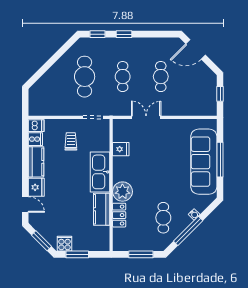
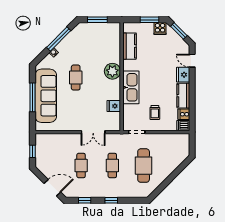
window: (97, 34) -> (85, 200), moved
kitchen counter: (102, 209) -> (130, 46), moved
locker: (119, 215) -> (115, 52), removed
cafe table: (163, 218) -> (76, 78), moved

